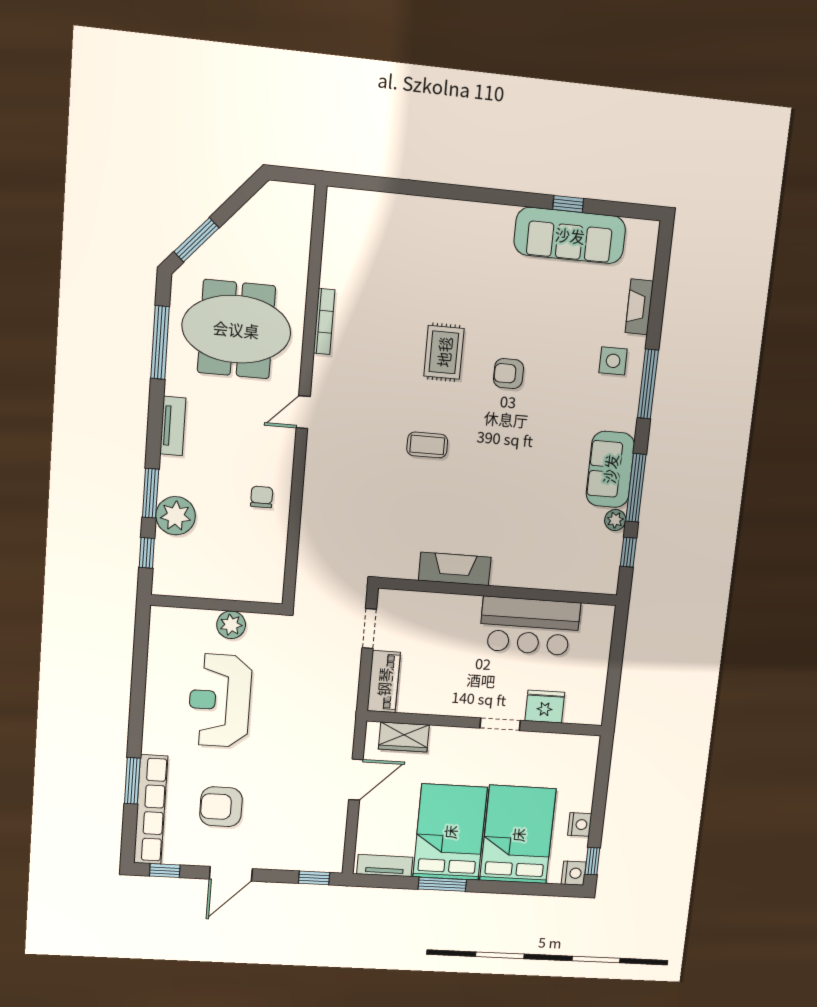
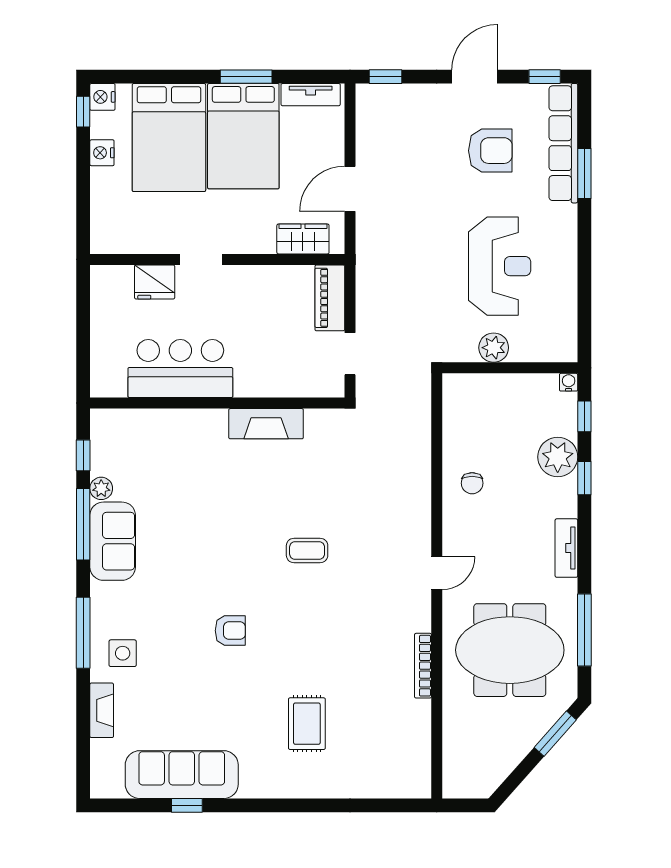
rug: (444, 352) -> (307, 724), moved
window: (151, 493) -> (584, 478), width x0.67
water cooler: (160, 587) -> (569, 382), added

